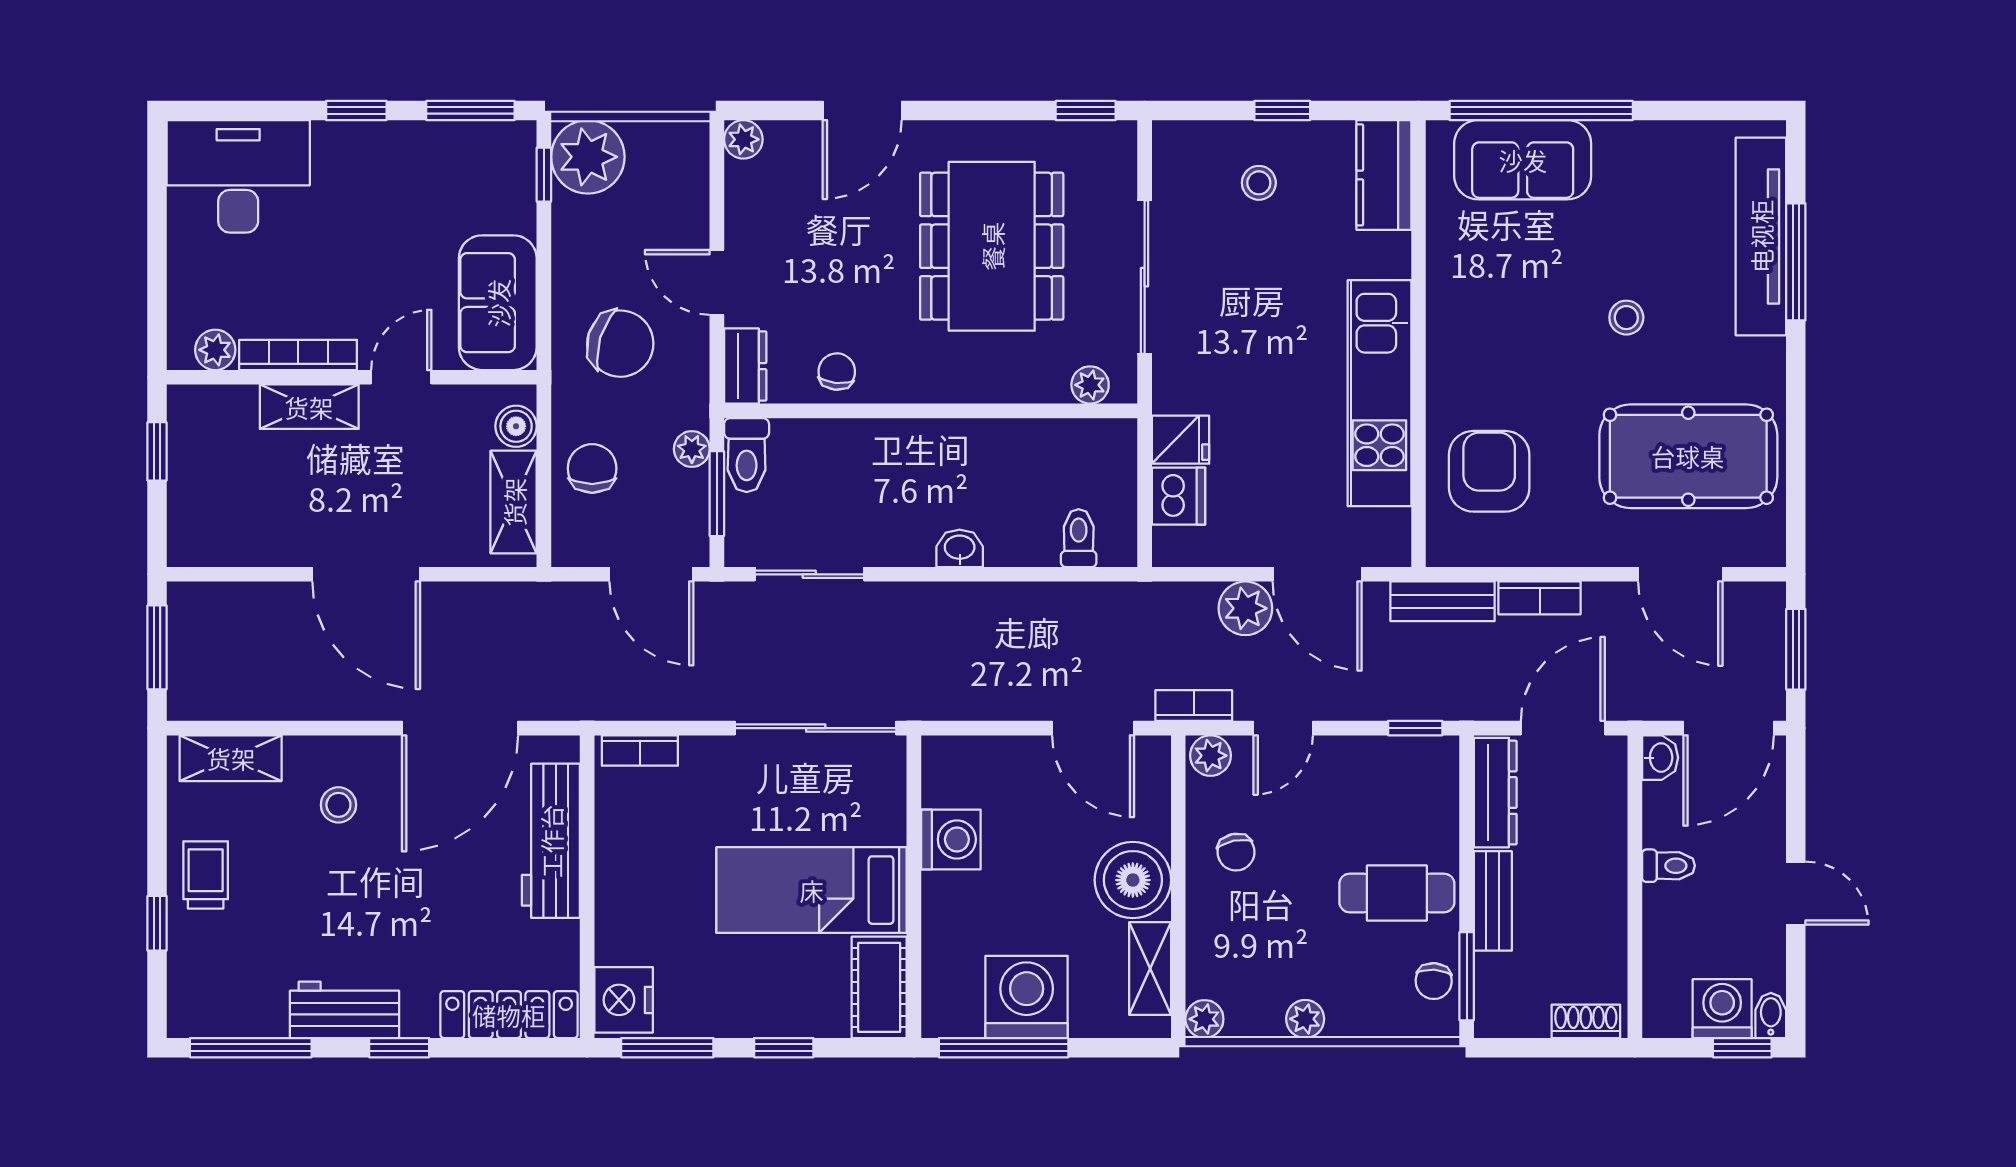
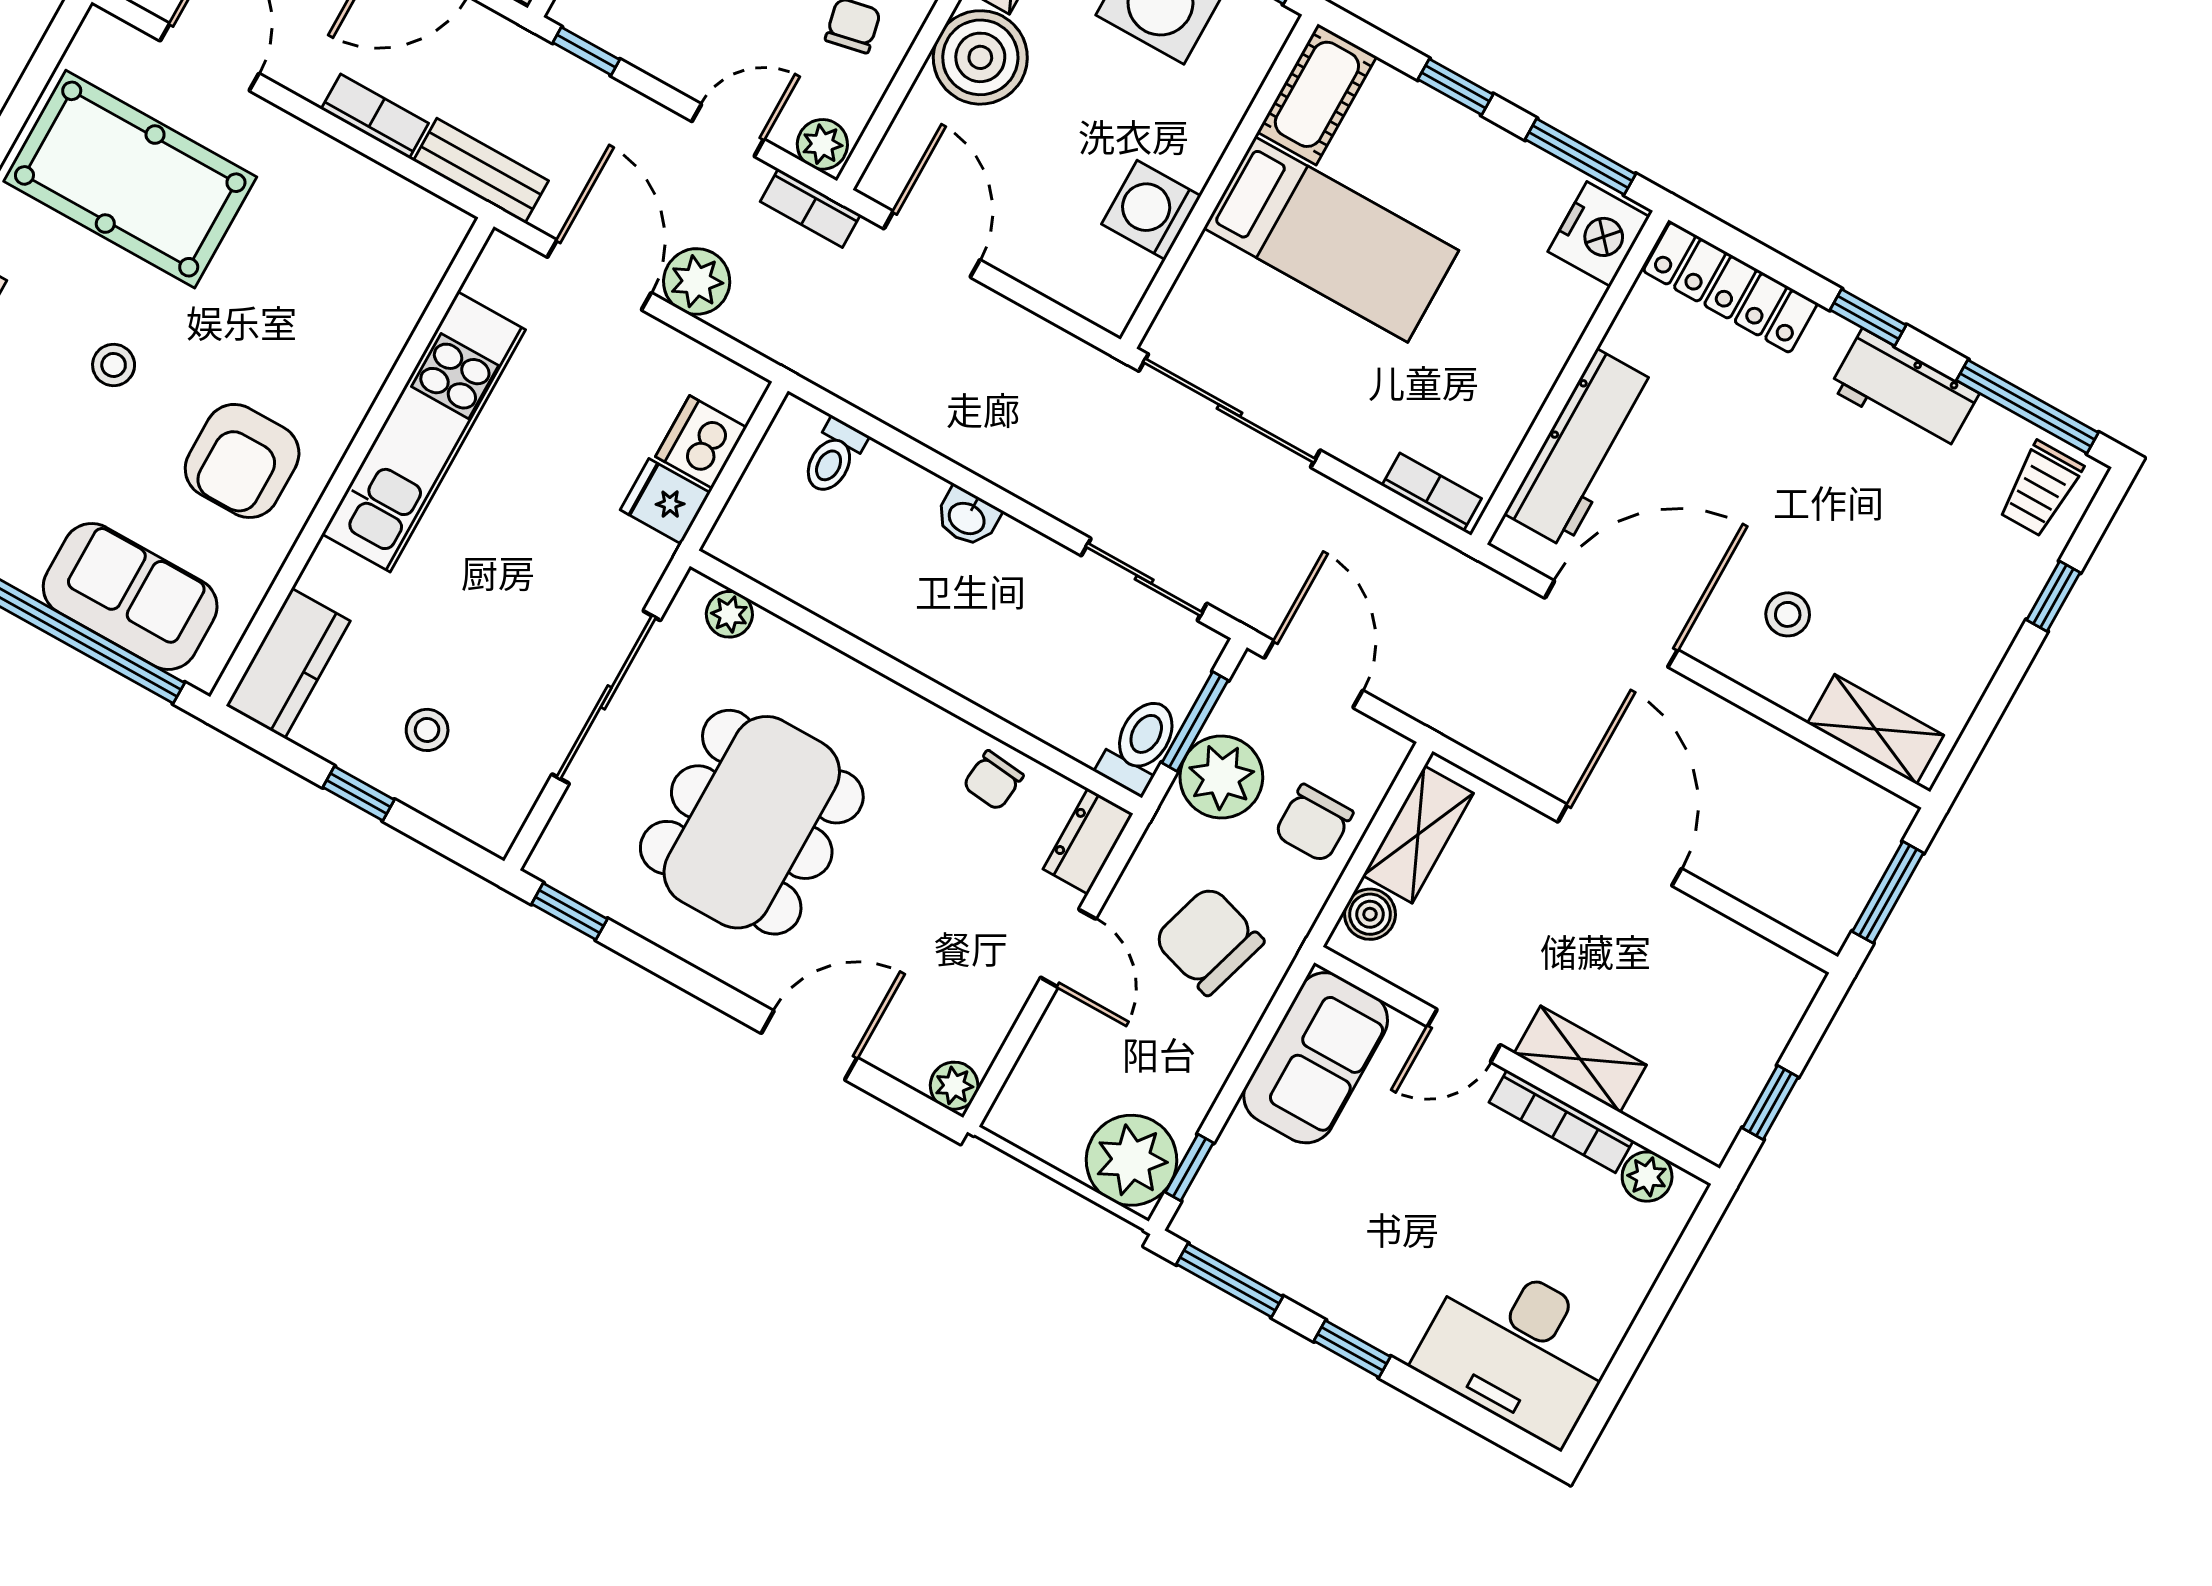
plant: (692, 449) -> (1221, 777), width x1.88, depth x1.88
armchair: (1489, 471) -> (242, 461), moved
trolley: (206, 875) -> (2041, 489), moved

